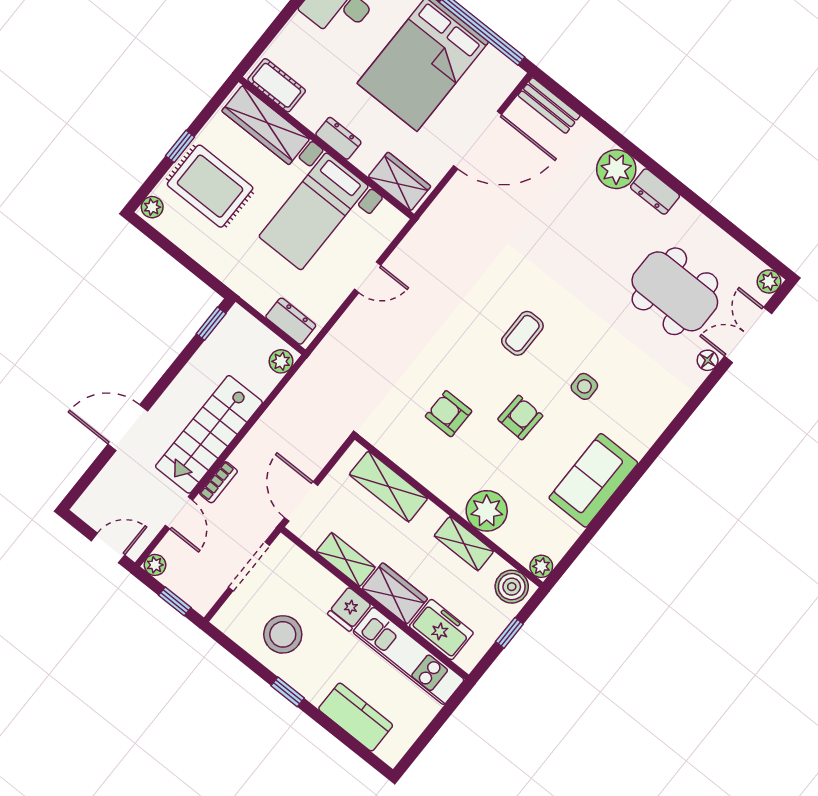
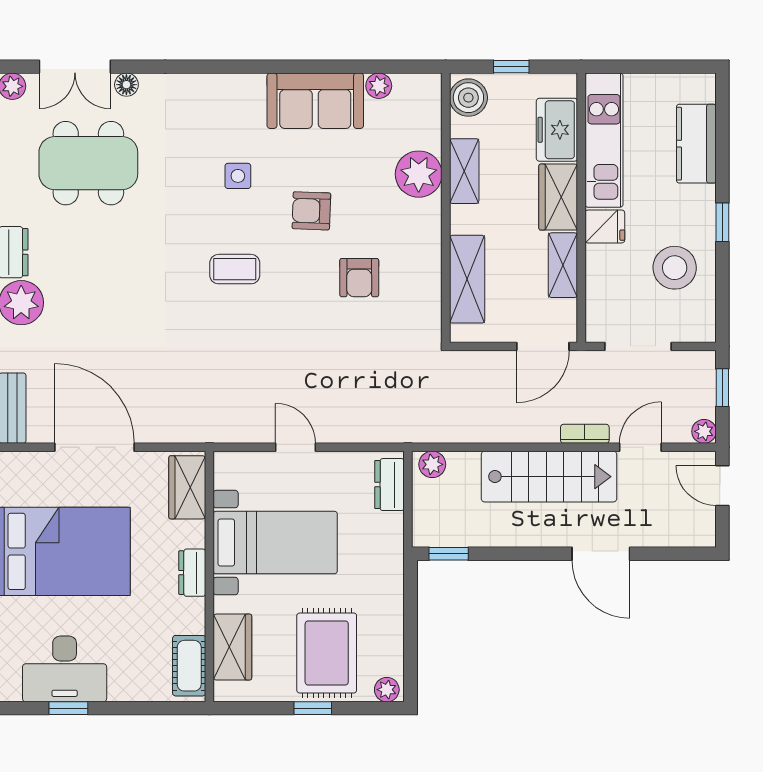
wardrobe: (266, 125) -> (232, 647), width x0.67
dining table: (675, 291) -> (88, 163), turned 90
plant: (541, 566) -> (379, 86), moved

